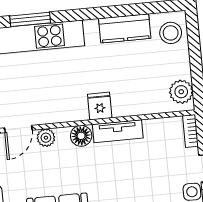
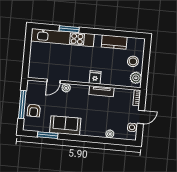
stool: (171, 33) -> (133, 61), moved
floor lamp: (81, 136) -> (83, 90), removed

